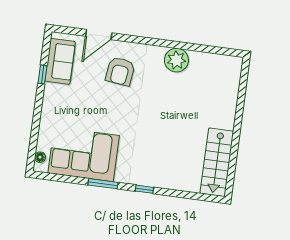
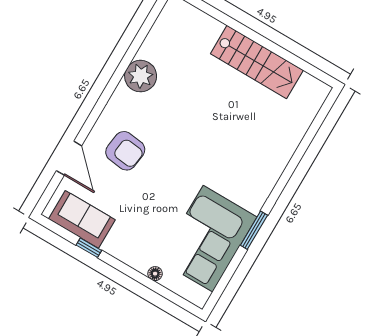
floor lamp: (40, 157) -> (155, 274), moved
stairs: (217, 162) -> (257, 62), moved
window: (144, 189) -> (282, 182), removed

